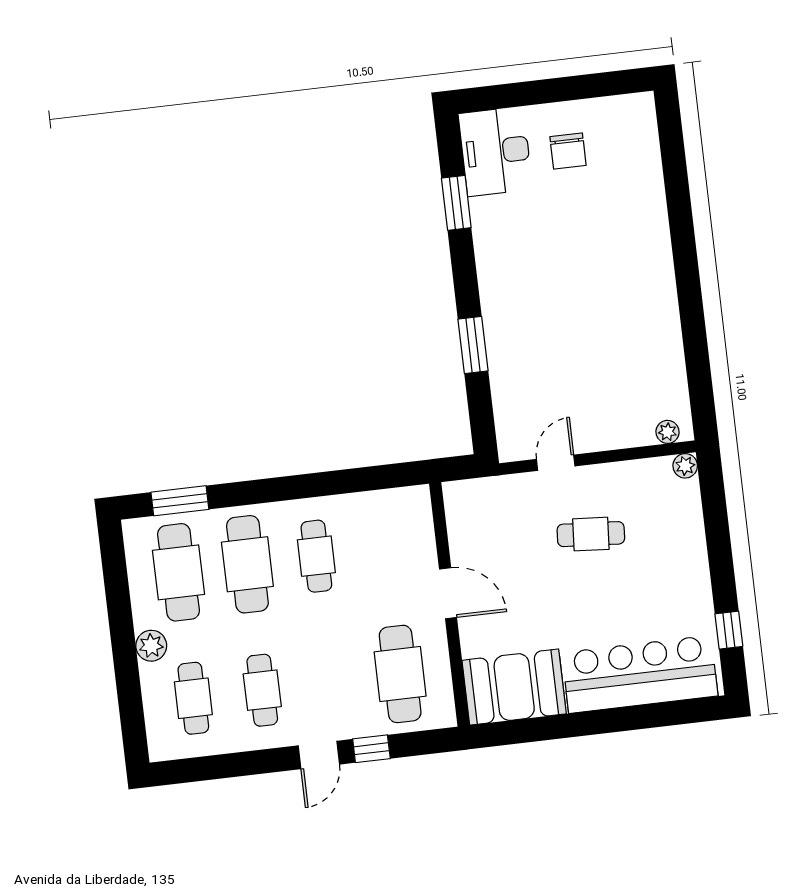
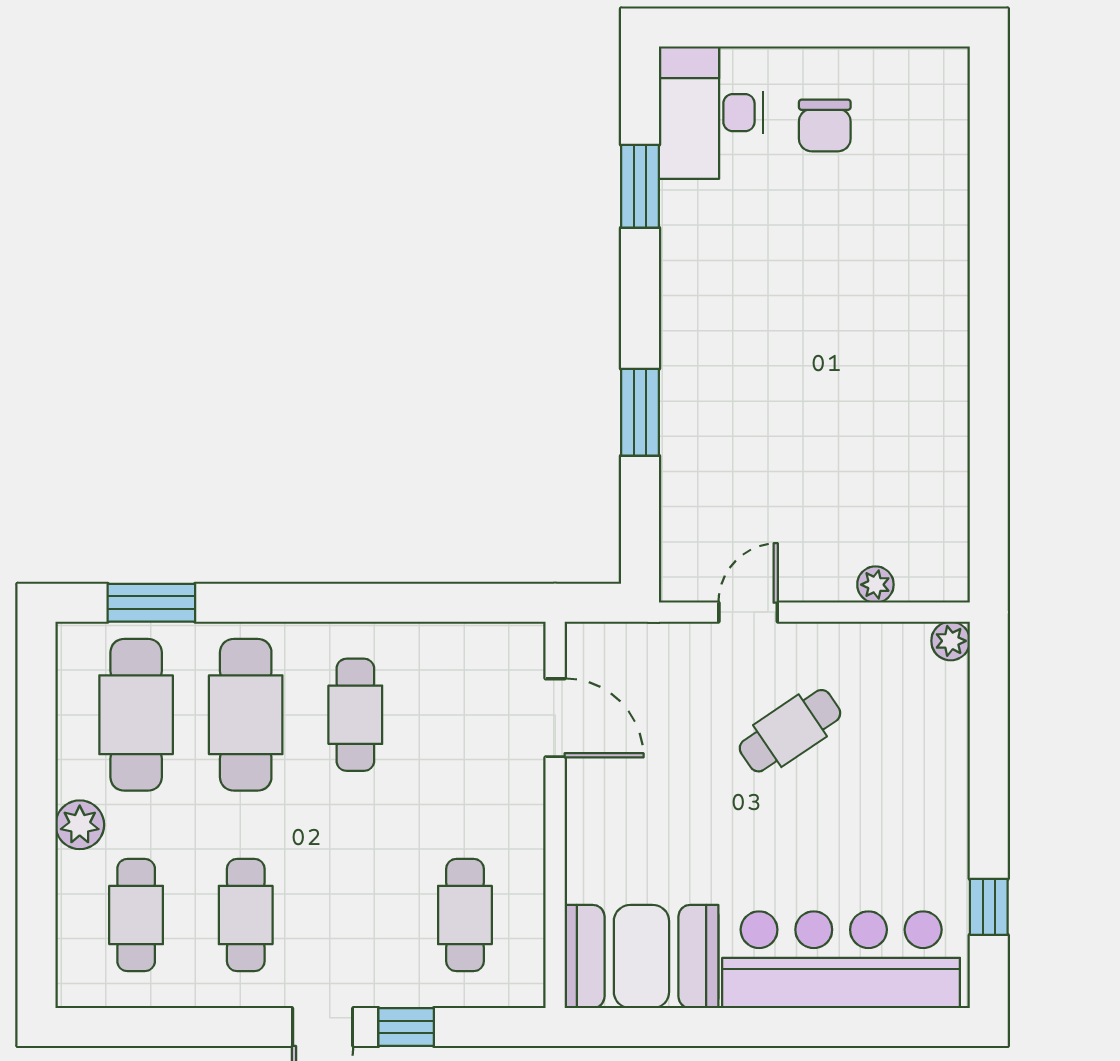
plant: (667, 432) -> (875, 585), moved
cafe table: (591, 534) -> (790, 731), turned -38
door: (448, 593) -> (555, 718), moved
cafe table: (400, 674) -> (465, 915), width x0.73, depth x0.74

